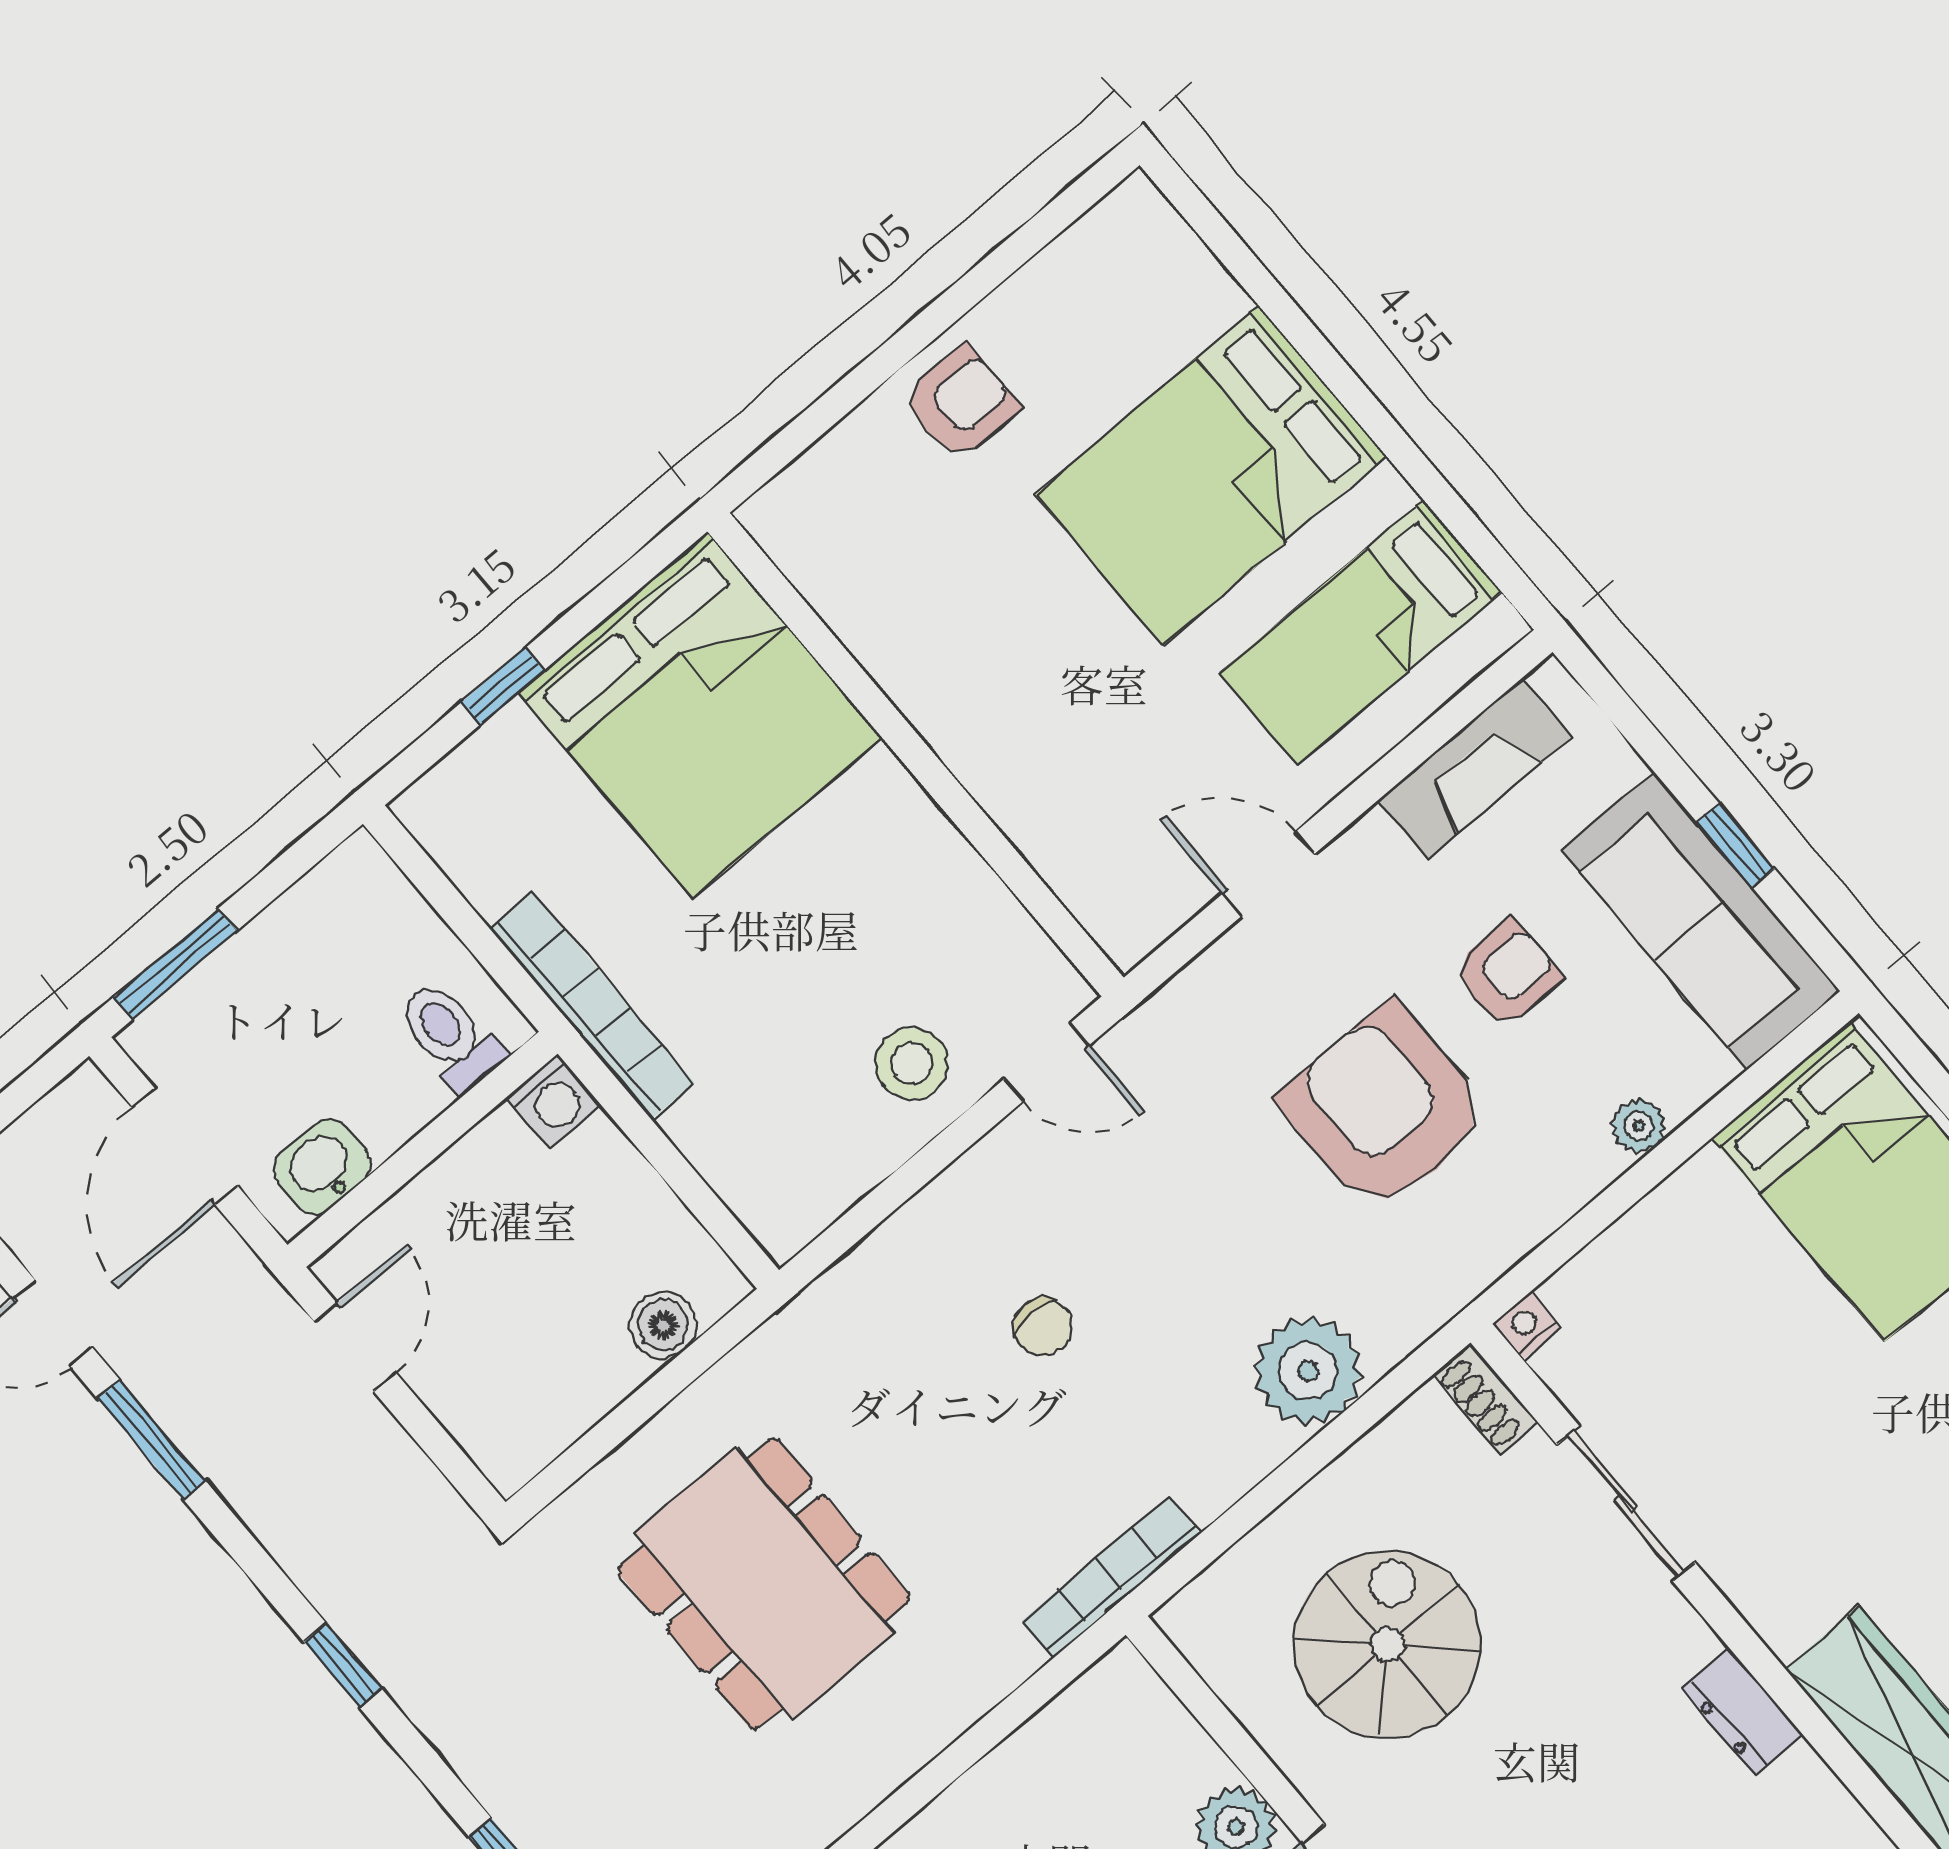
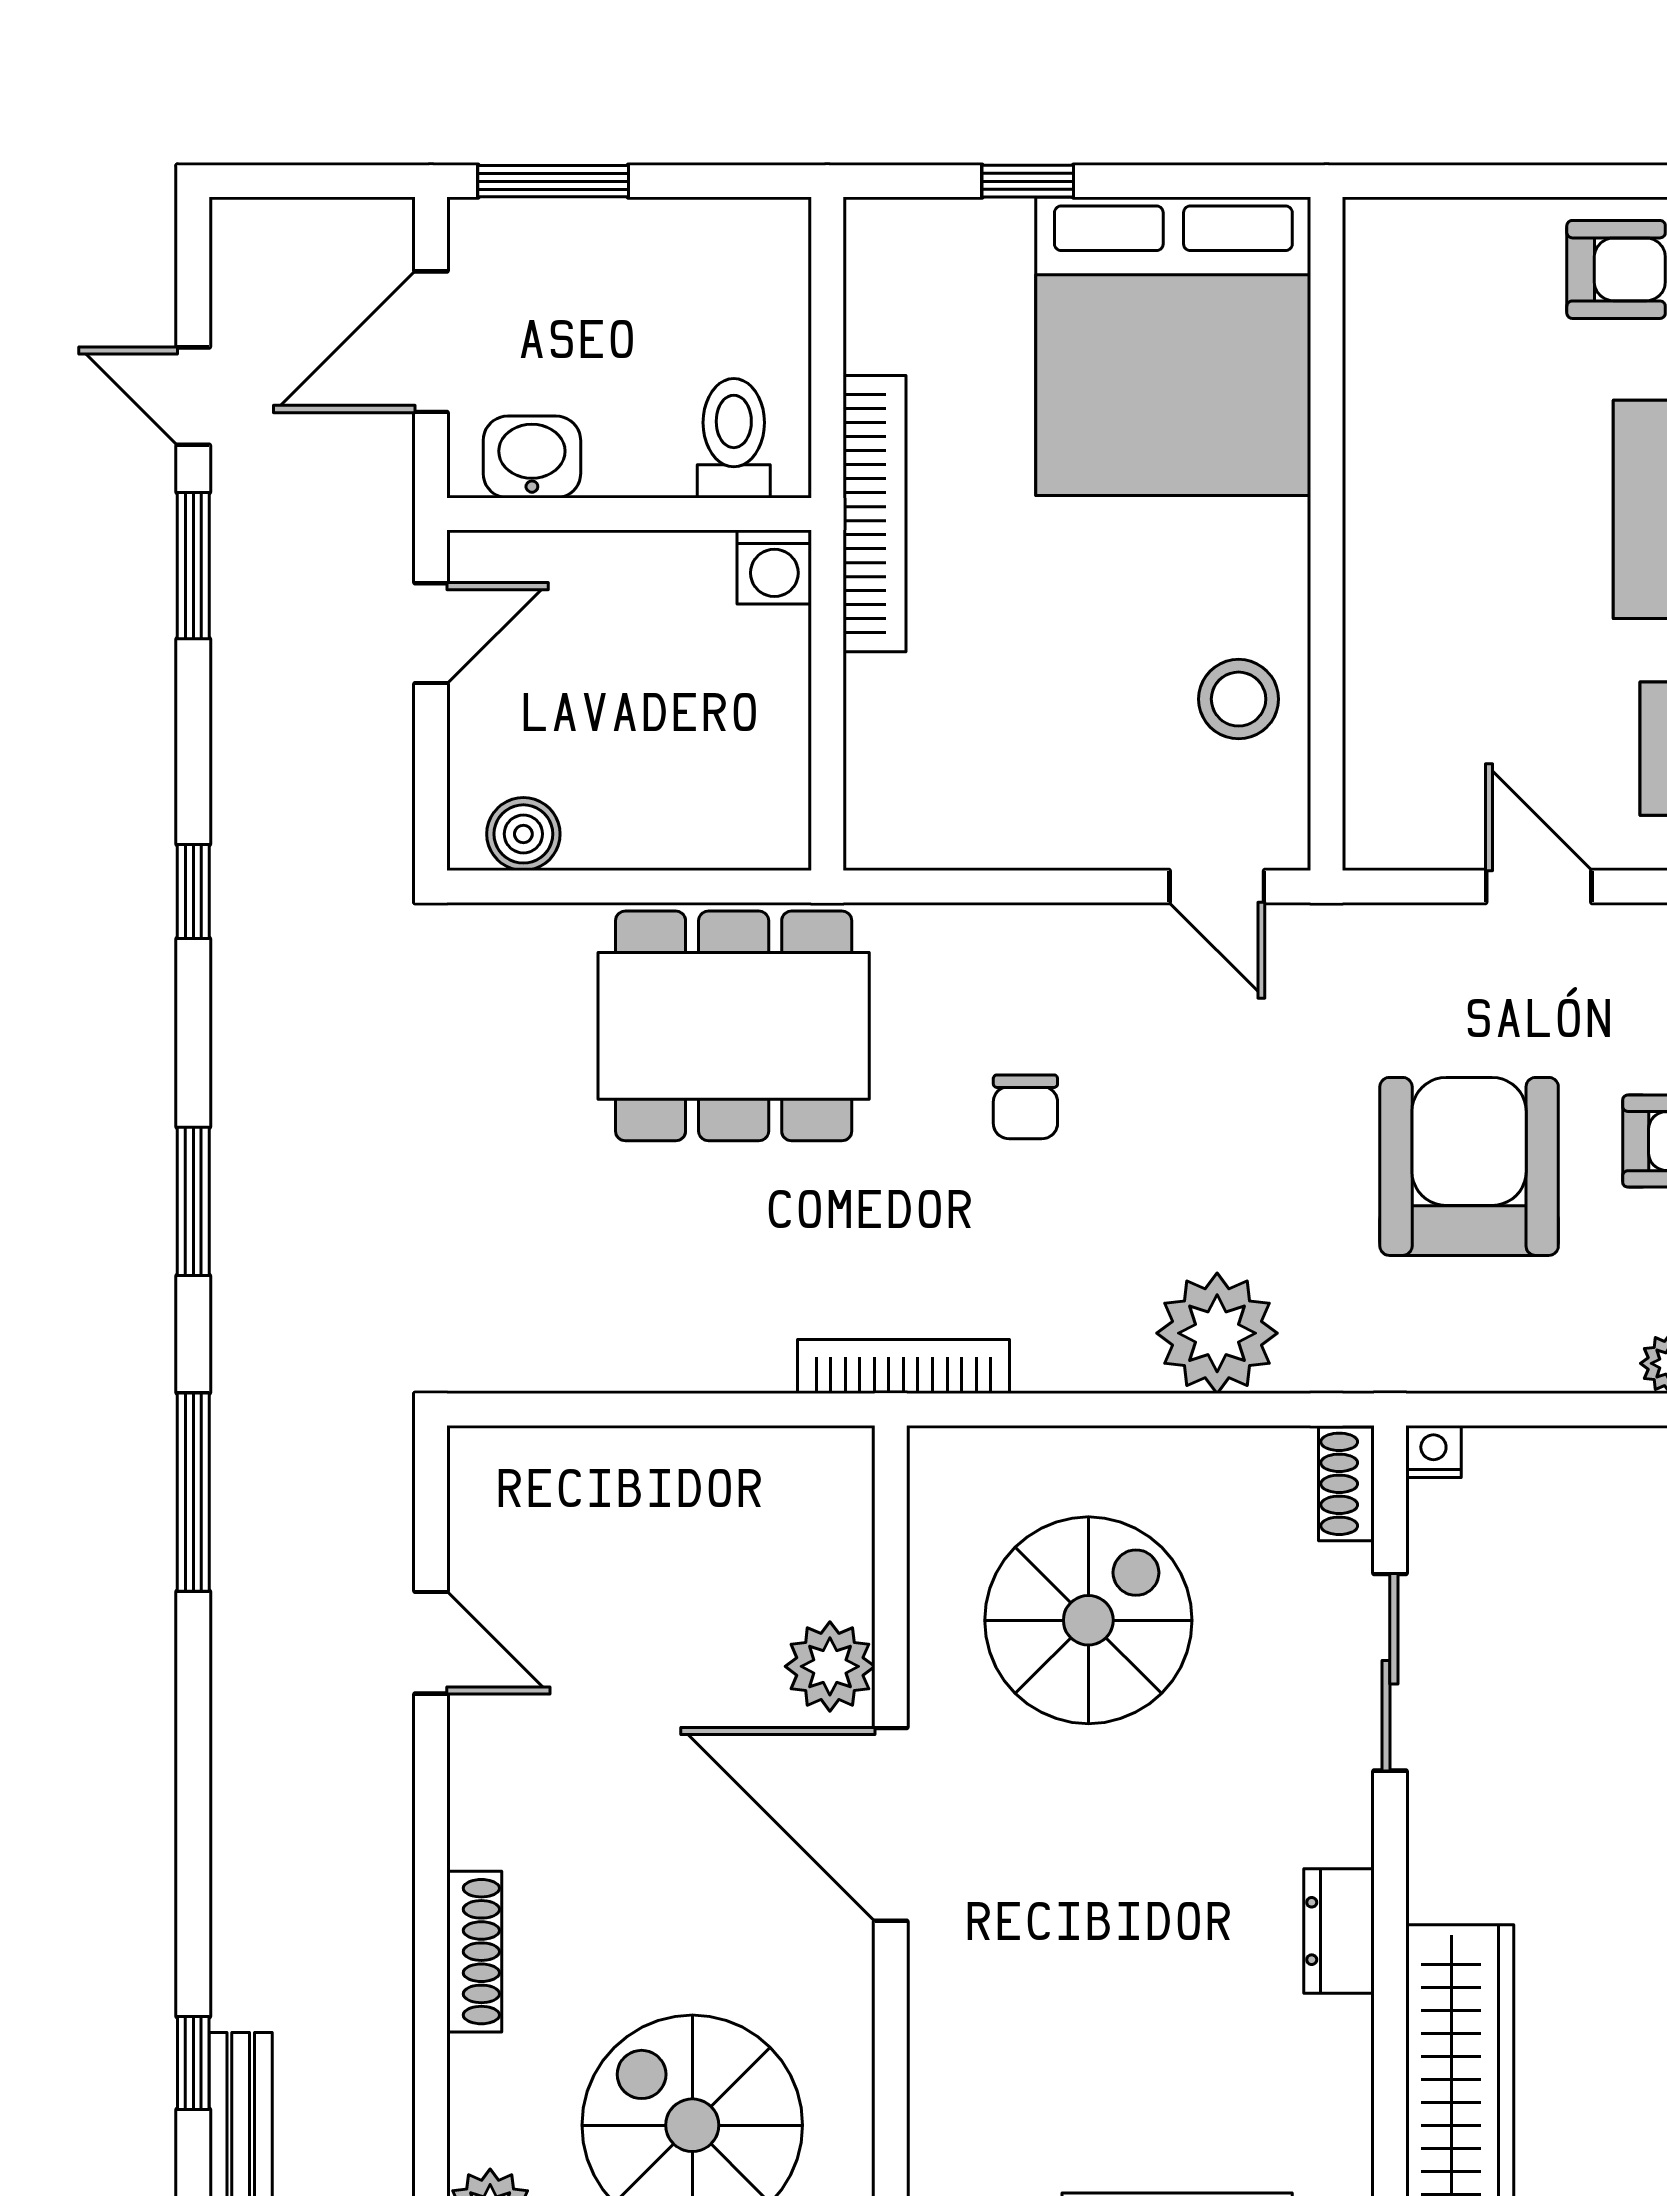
stool: (912, 1064) -> (1239, 699), moved
boiler: (663, 1325) -> (523, 834), moved
dining table: (764, 1584) -> (734, 1026), moved, turned 90

